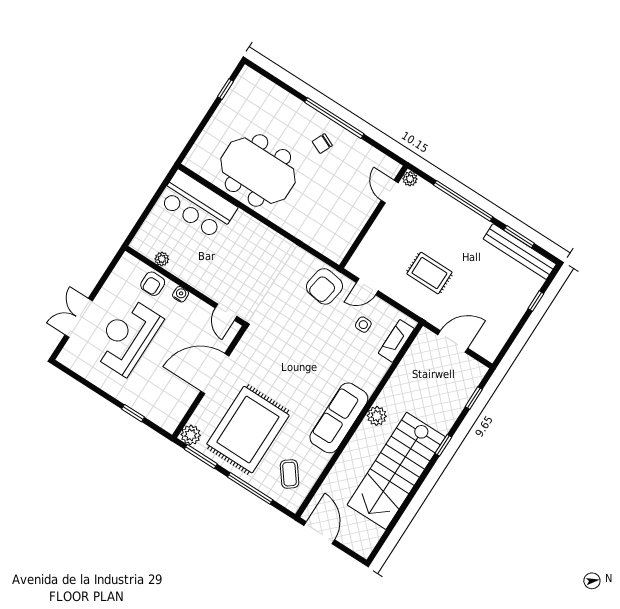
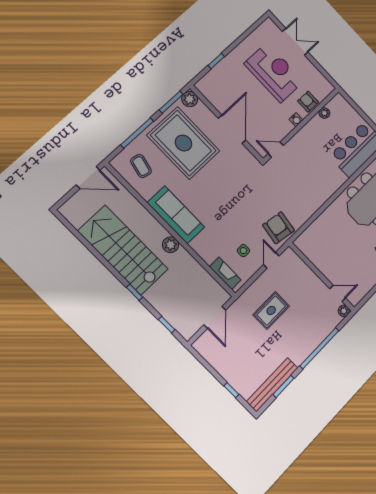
coffee table: (290, 474) -> (141, 166), turned 50

